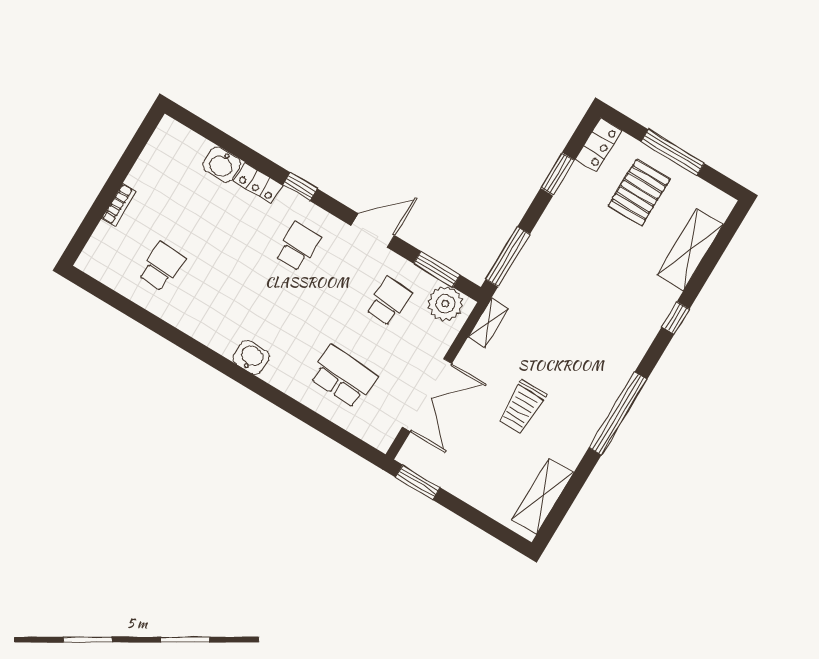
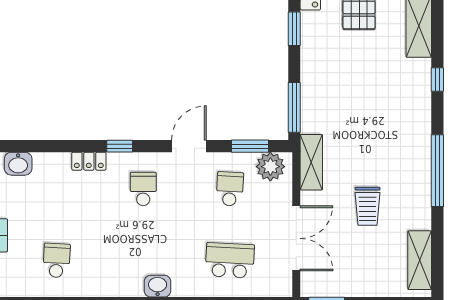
washbasin: (222, 165) -> (18, 164), moved
shelving: (488, 323) -> (311, 162), width x1.50, depth x1.33

